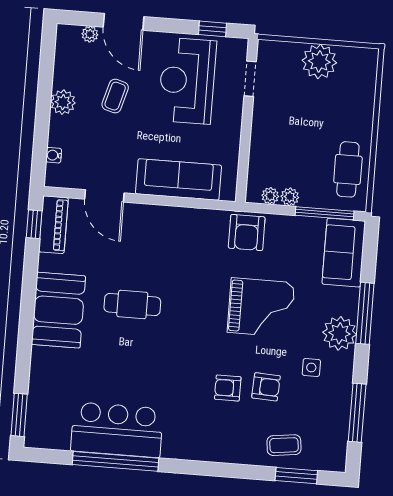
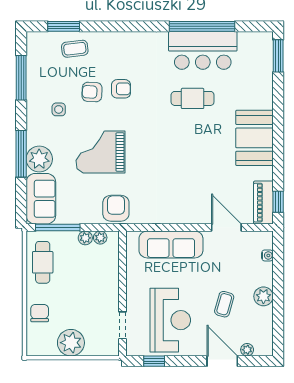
chair: (357, 103) -> (40, 313), added
cafe table: (132, 304) -> (193, 98), moved
plant: (340, 333) -> (39, 159), moved

